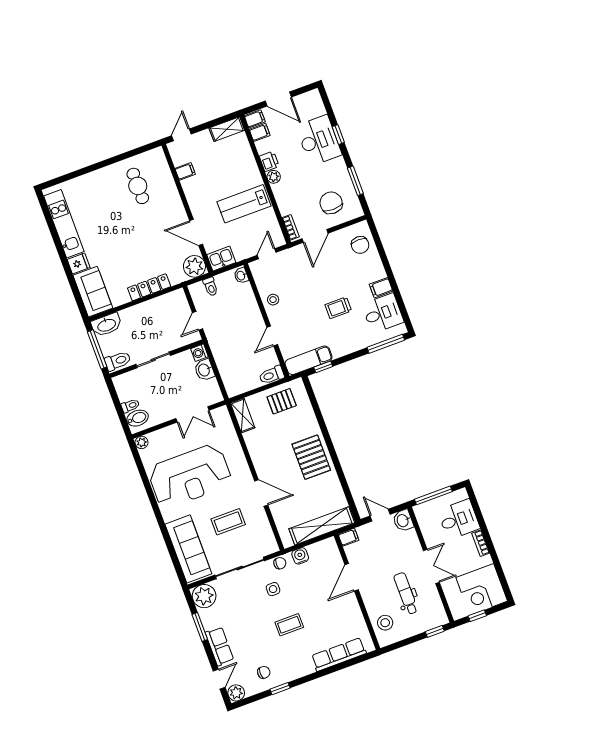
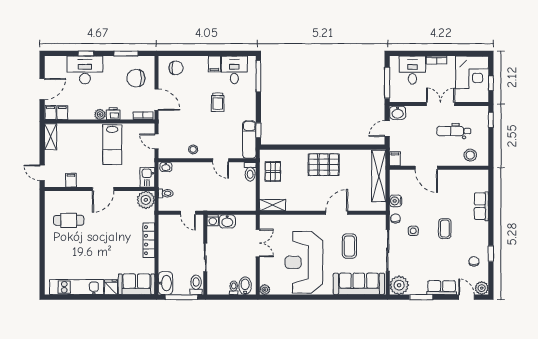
printer: (269, 161) -> (113, 114), moved
door: (196, 232) -> (103, 189), moved
reception desk: (190, 476) -> (304, 262), turned 180
row of seats: (339, 655) -> (481, 206), width x0.68

